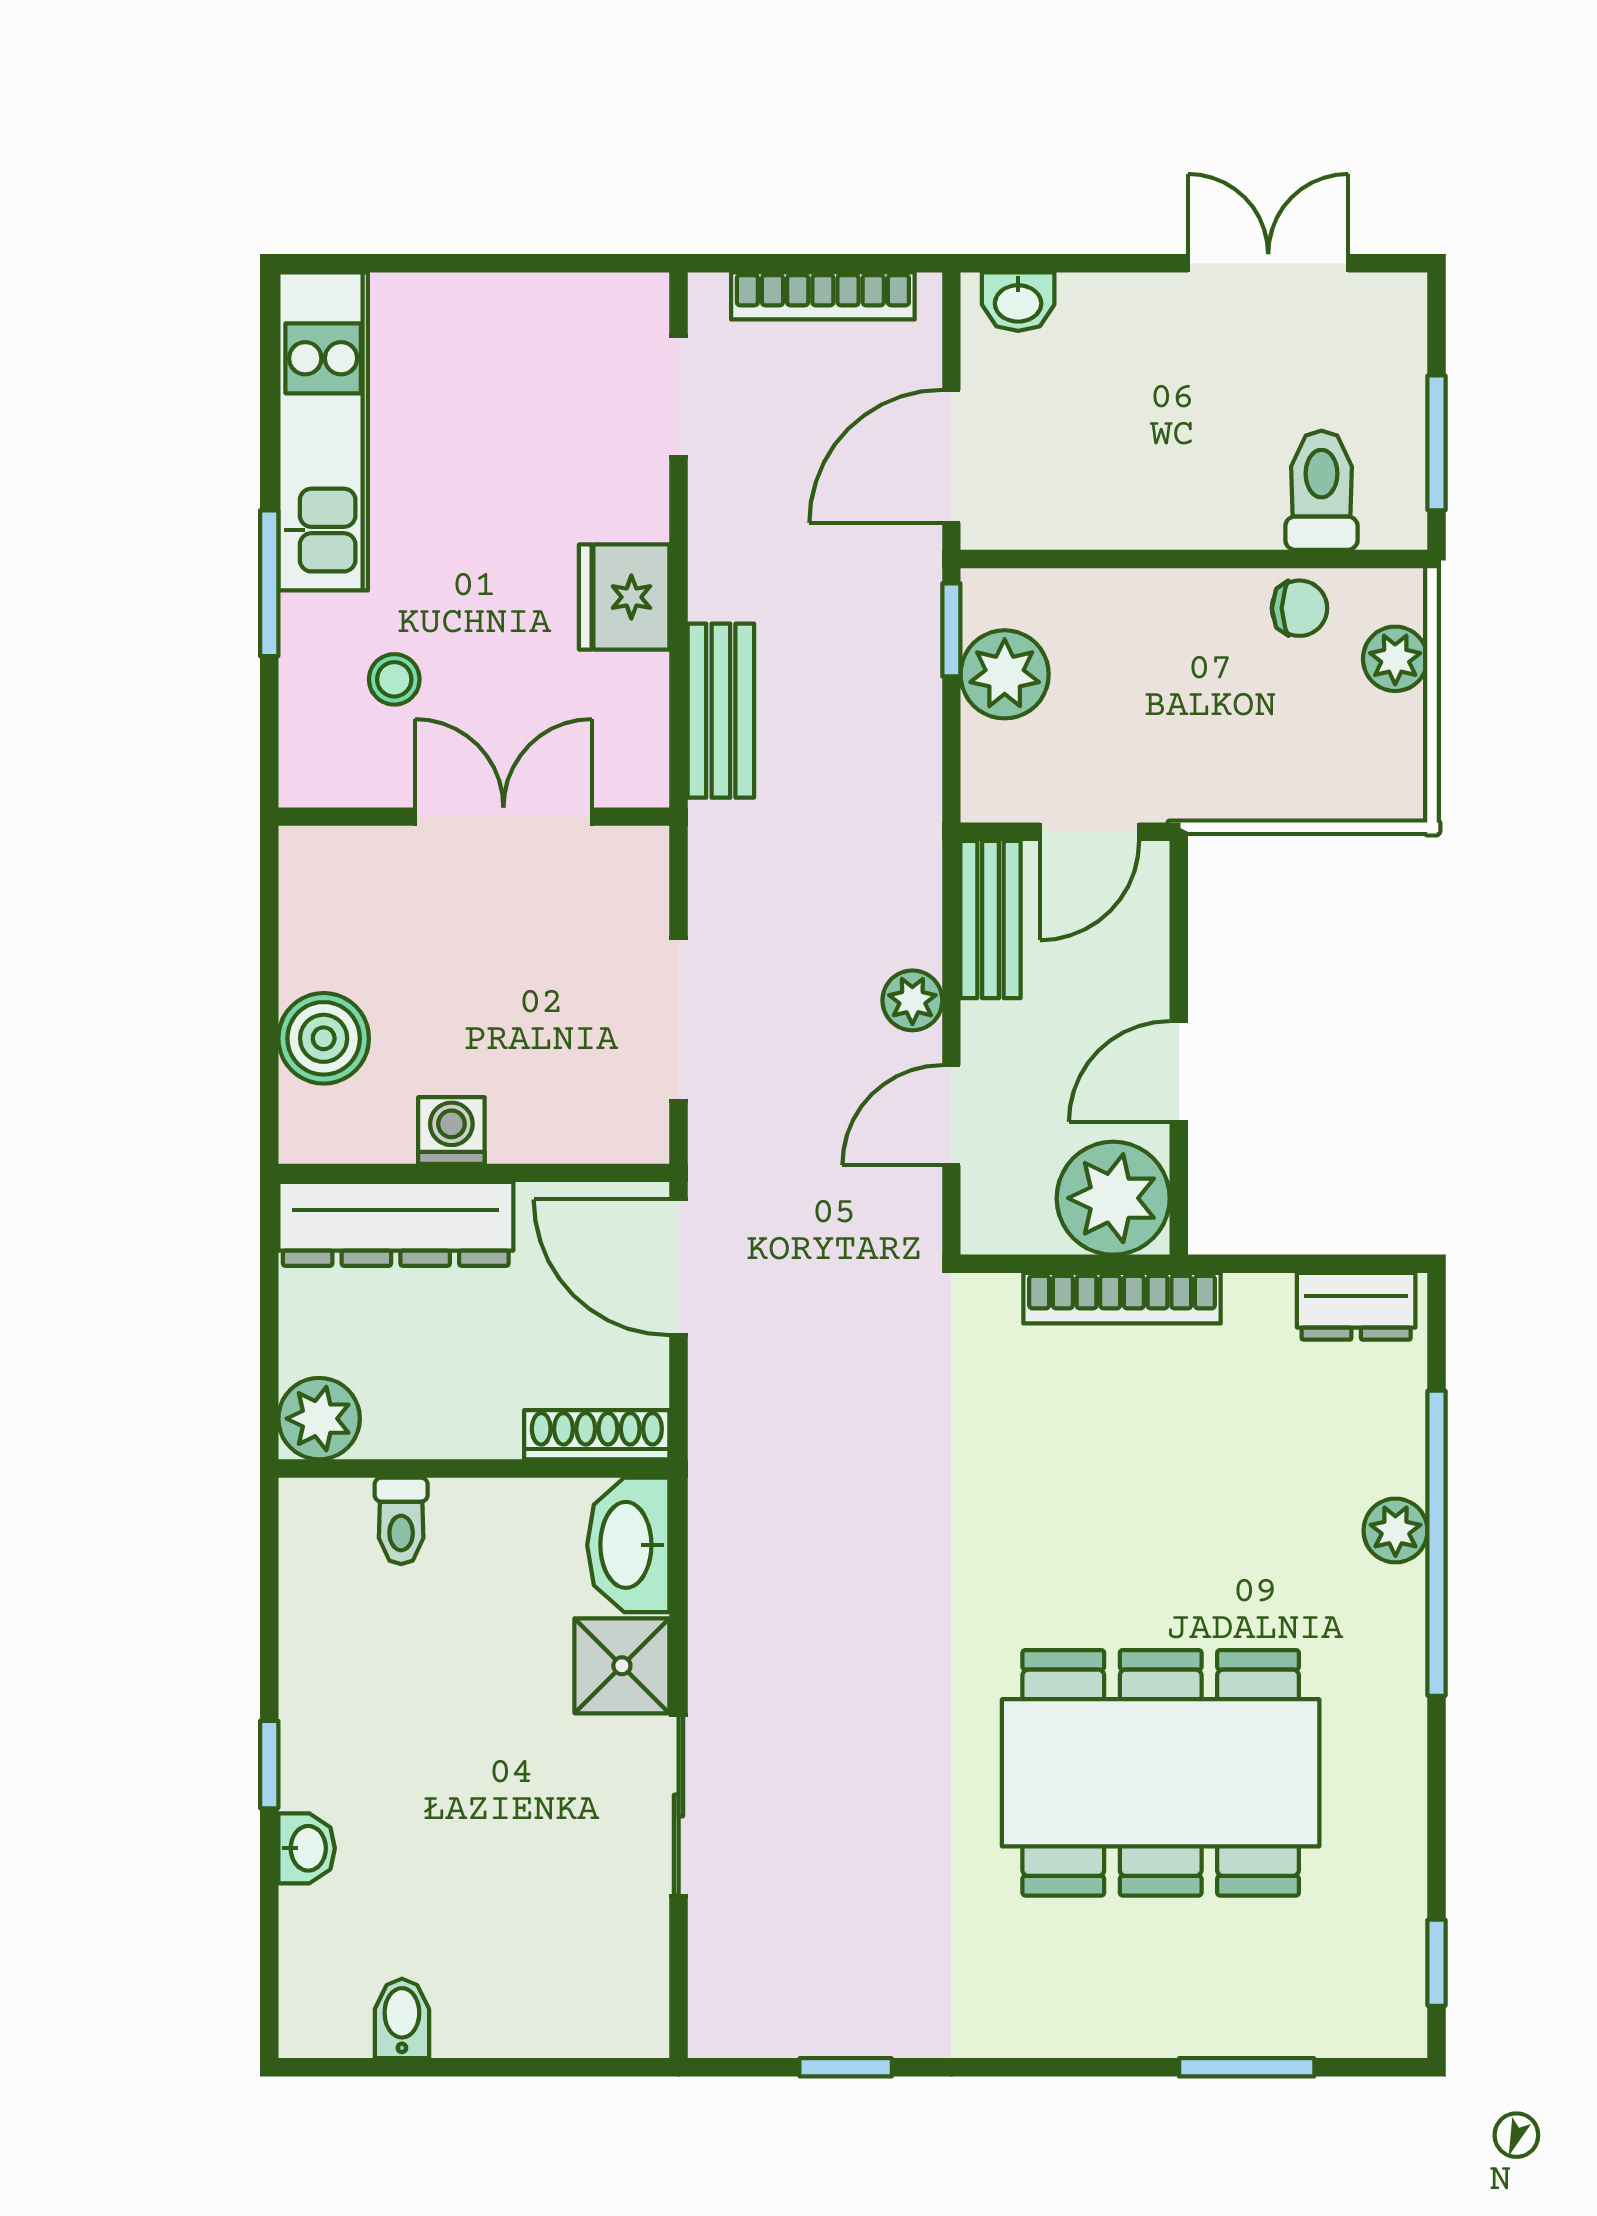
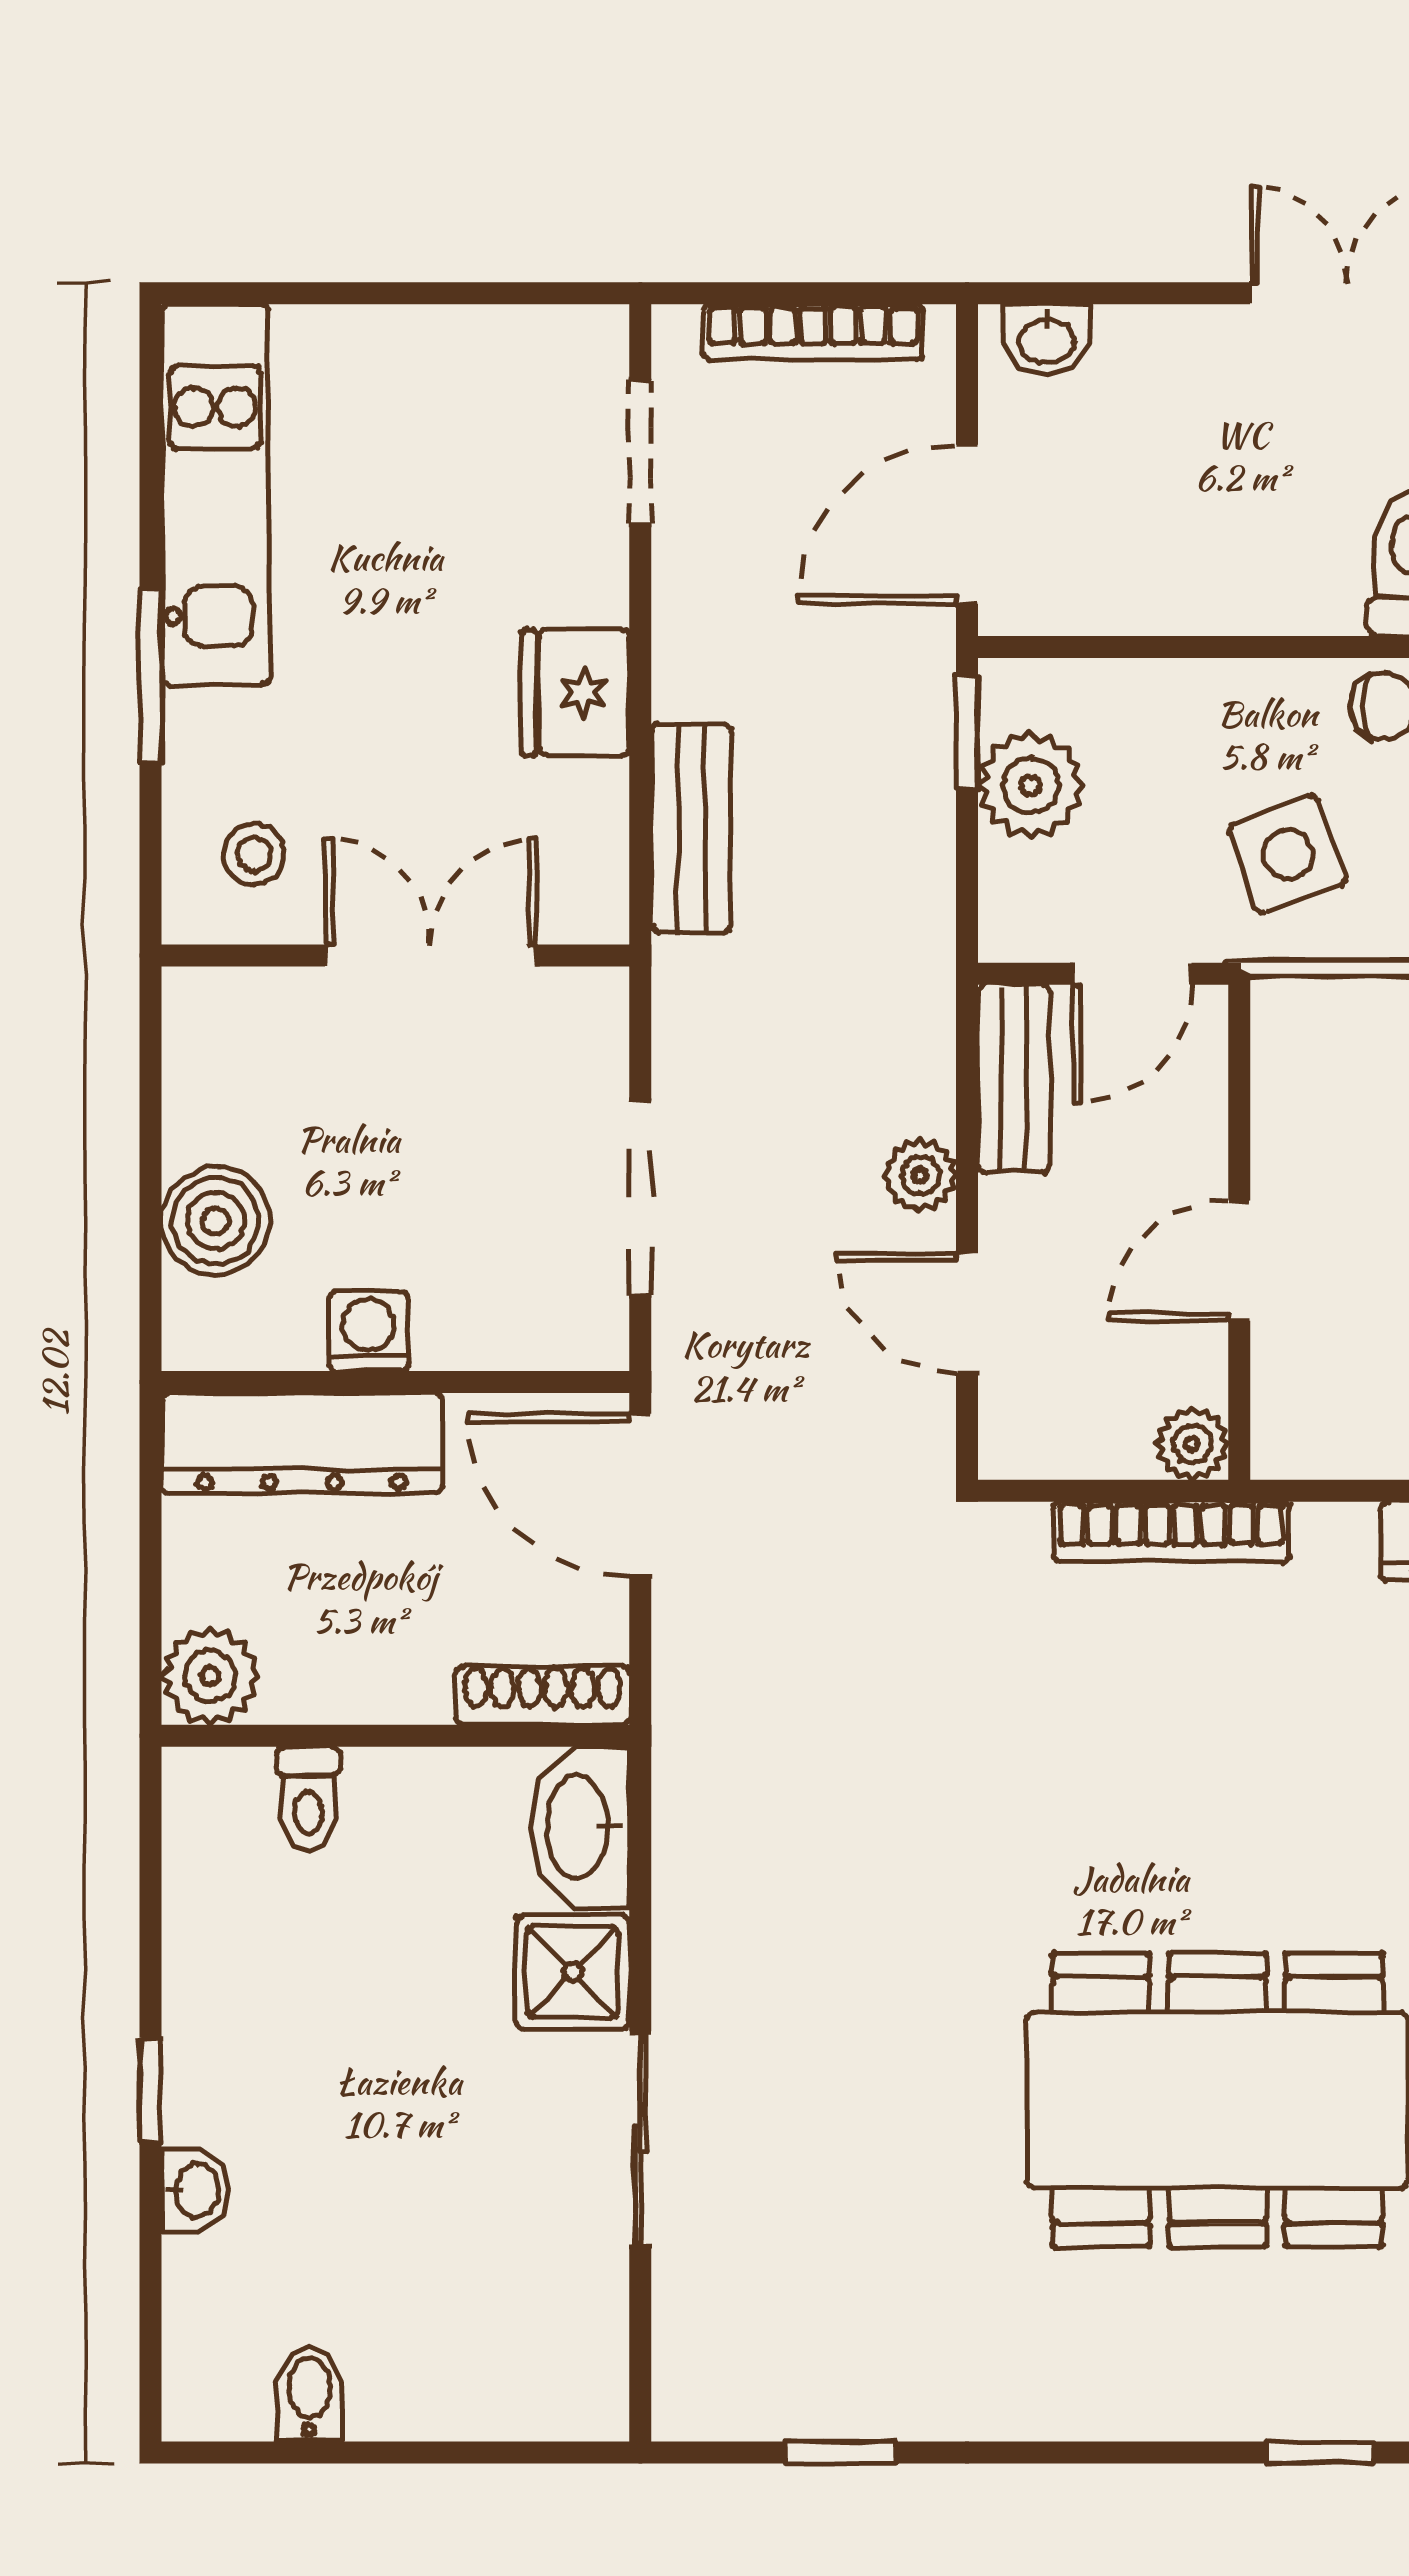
stool: (394, 679) -> (254, 854), moved
side table: (1219, 732) -> (1288, 854), added
door: (951, 1115) -> (967, 1313), hinge flipped
plant: (1113, 1198) -> (1192, 1444), width x0.53, depth x0.53
window: (1247, 2067) -> (1320, 2453), width x0.67

